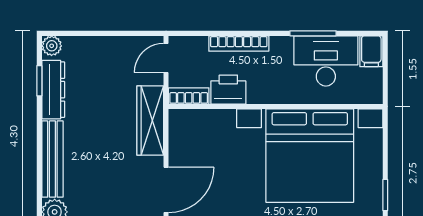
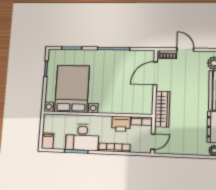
desk: (326, 61) -> (82, 137), moved
bed with nightstands: (310, 156) -> (72, 89), width x0.73

